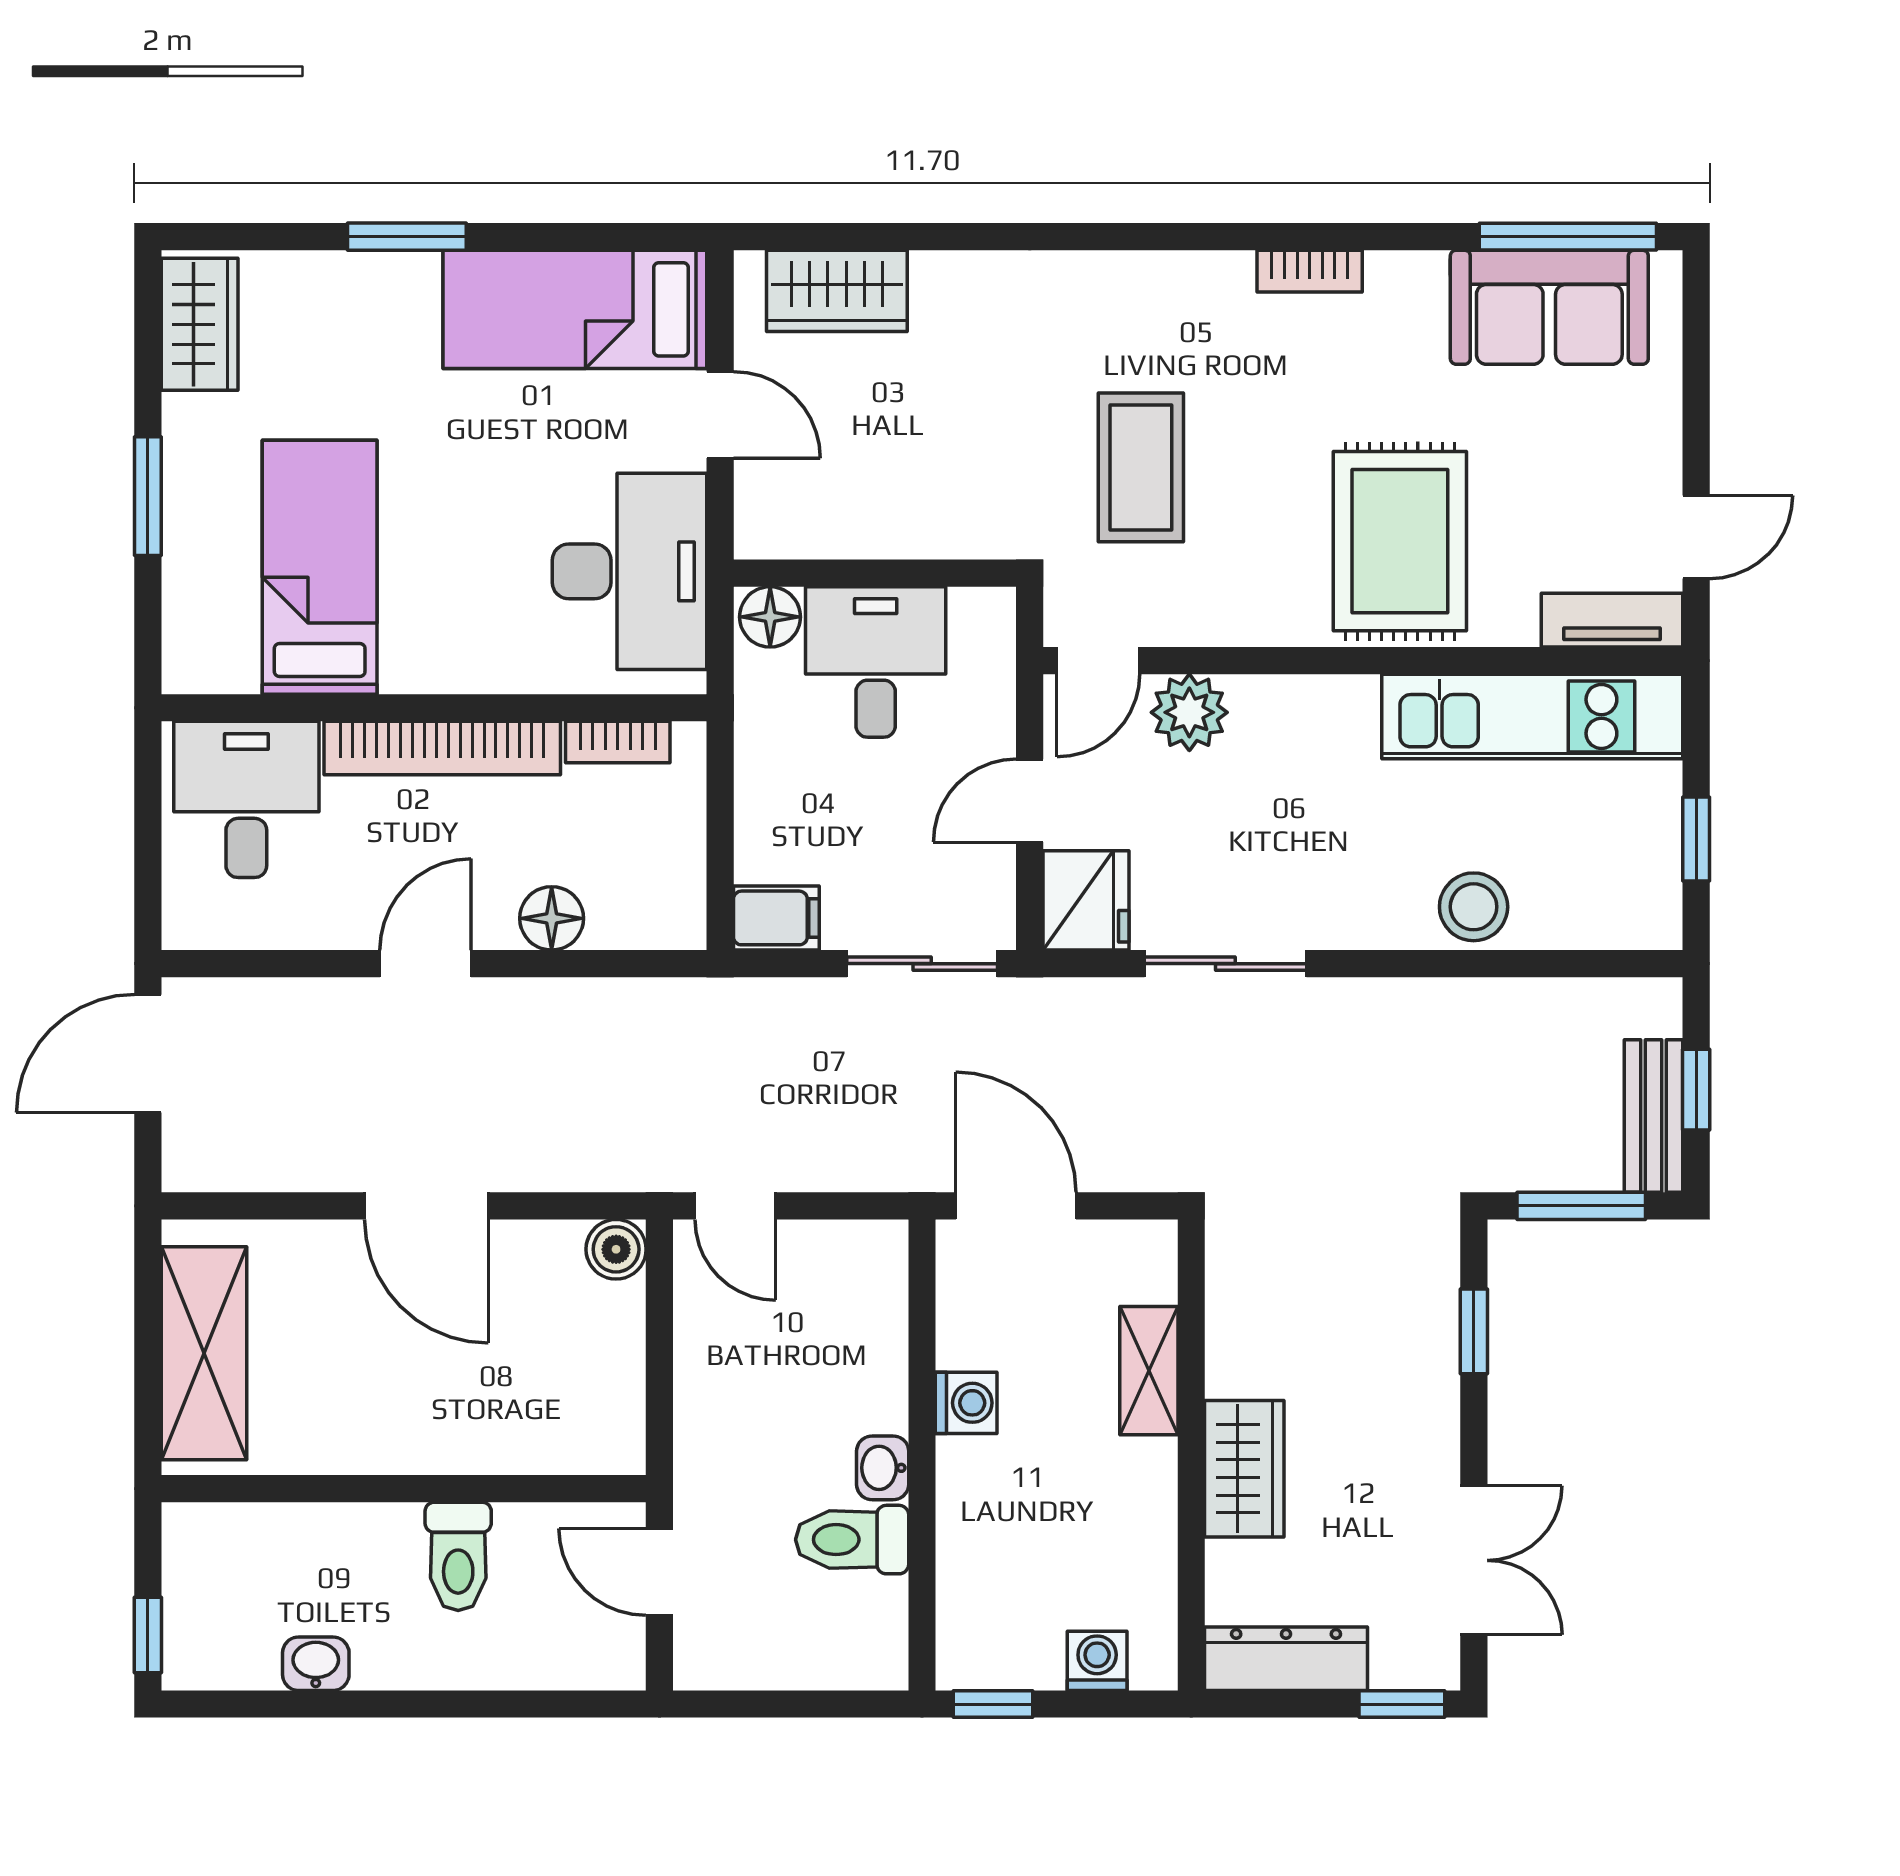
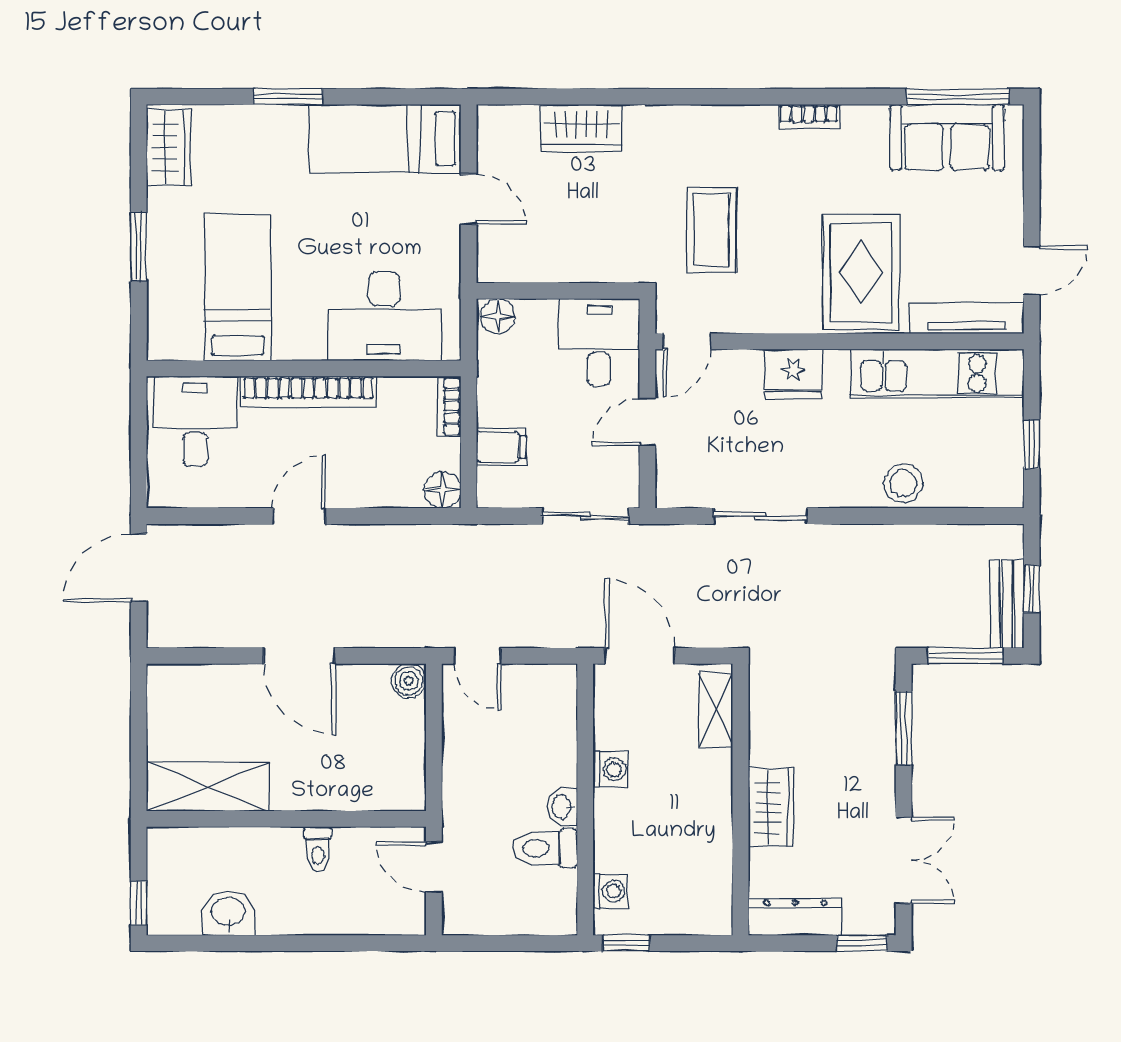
wardrobe: (837, 291) -> (581, 128), moved
desk: (629, 571) -> (384, 316), moved, turned 90
tv unit: (1612, 620) -> (967, 318), width x1.41
desk: (876, 662) -> (599, 342), moved
plant: (1189, 712) -> (739, 371), removed
bookcase: (618, 742) -> (449, 406), moved, turned 90
fridge: (1086, 900) -> (793, 374), moved, turned 90
floor lamp: (552, 918) -> (443, 490), moved
filing cabinet: (776, 918) -> (501, 447), moved
window: (1474, 1331) -> (904, 728), width x1.50
shelving: (204, 1353) -> (208, 786), moved, turned 90
shelving: (1149, 1371) -> (716, 710), moved
toilet: (458, 1556) -> (318, 849), width x0.73, depth x0.72
washing machine: (1097, 1661) -> (610, 891), moved, turned 90
washbasin: (316, 1664) -> (228, 913), width x1.38, depth x1.45

